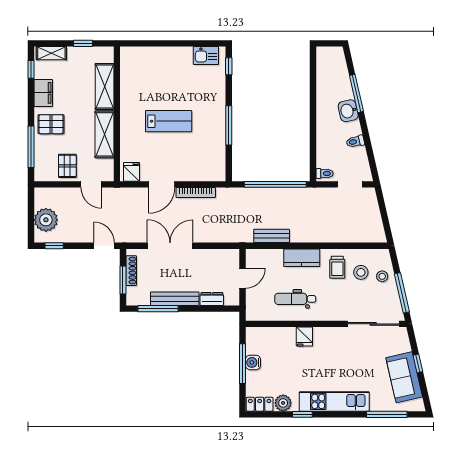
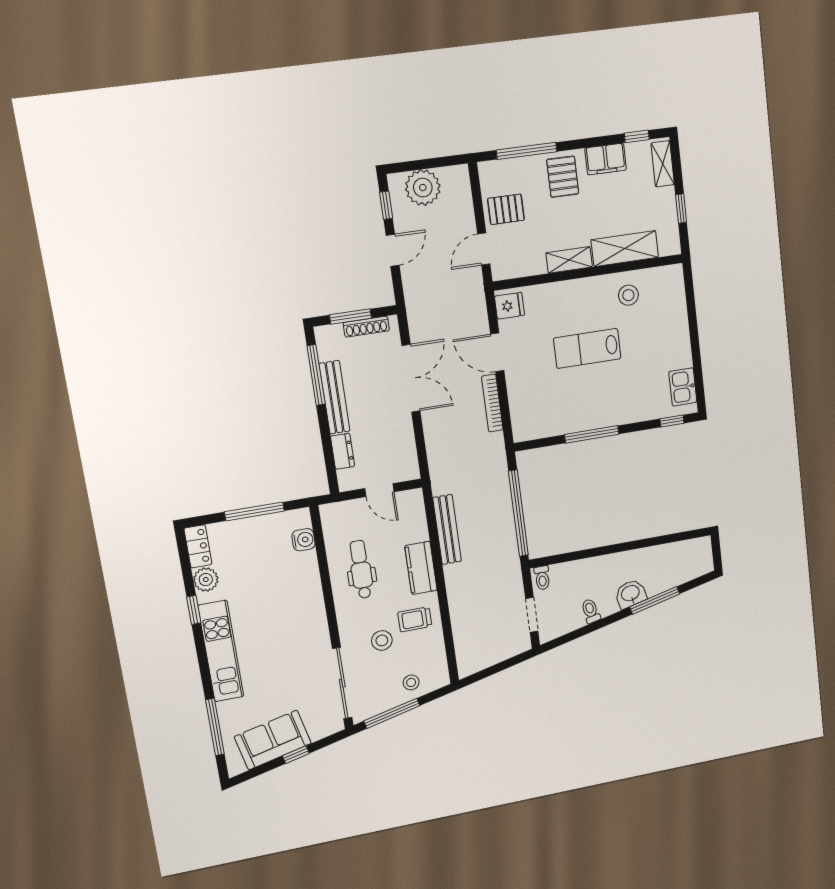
stool: (136, 88) -> (628, 295), added
lab bench: (169, 121) -> (587, 348), turned 90
shelving: (104, 134) -> (569, 260), width x0.67, depth x0.75
bench: (272, 236) -> (447, 530), width x1.36
door: (104, 246) -> (393, 250), moved
stool: (361, 272) -> (382, 640), moved
fridge: (304, 337) -> (309, 592), removed
water cooler: (253, 362) -> (303, 540), moved, turned 90

